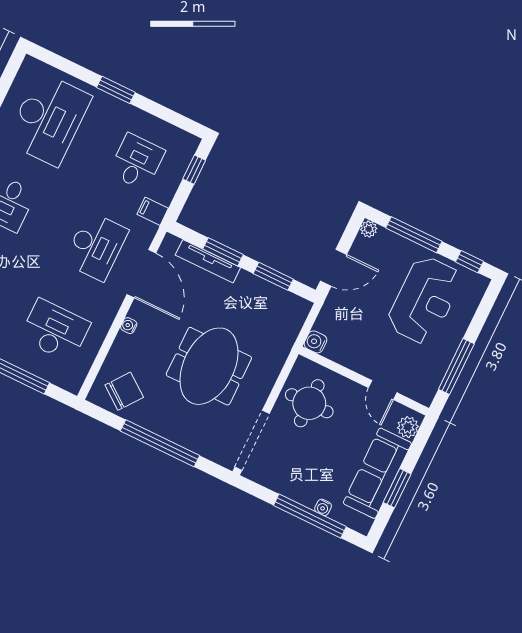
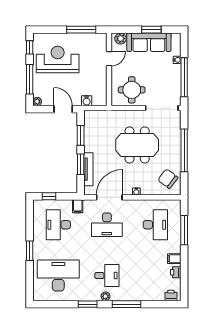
desk: (137, 162) -> (58, 225), width x1.37
desk: (96, 246) -> (107, 225), turned 180
desk: (55, 330) -> (155, 225), turned 180
water cooler: (315, 342) -> (87, 101), moved
window: (310, 516) -> (184, 77), moved

